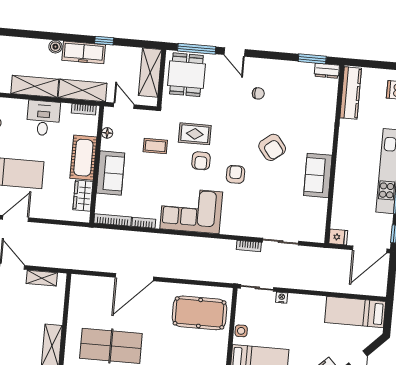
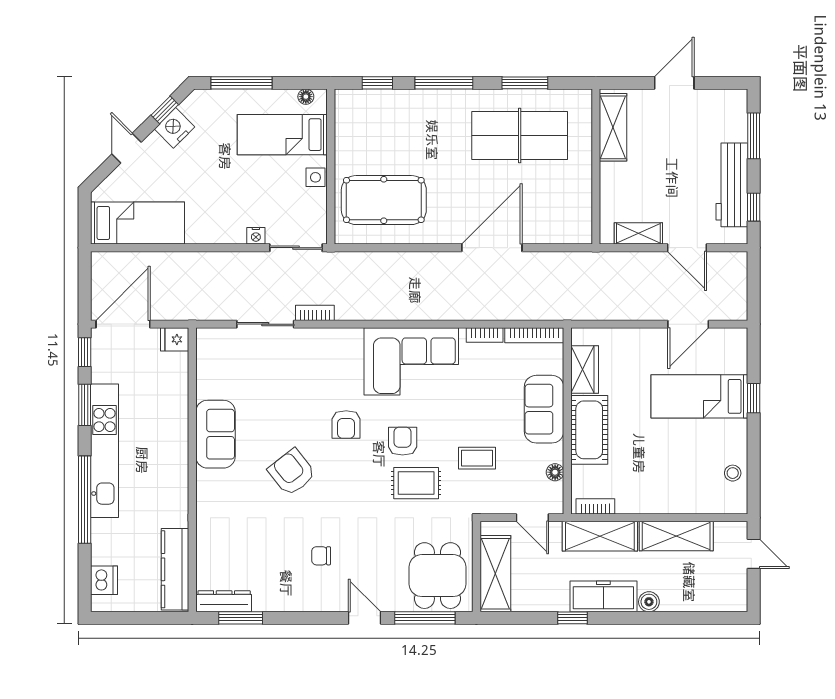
dresser: (327, 71) -> (224, 601), width x1.44
desk: (43, 118) -> (658, 487), removed

